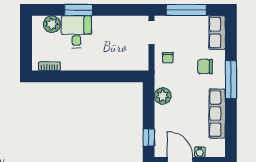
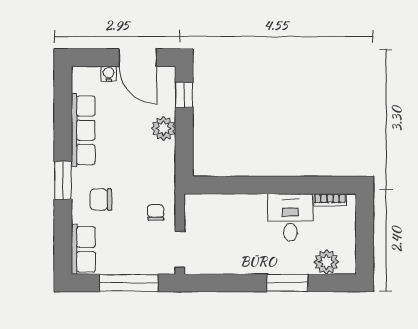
desk: (76, 32) -> (290, 217), moved, turned 180
chair: (205, 66) -> (101, 200), turned 180
window: (231, 79) -> (63, 180), width x0.69
plant: (163, 96) -> (163, 128), moved

